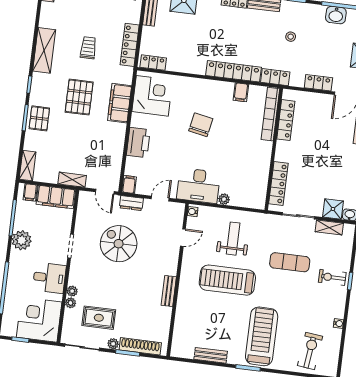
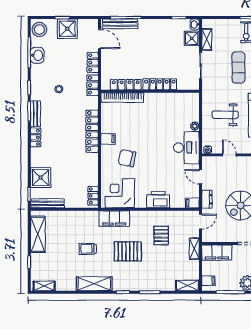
locker: (130, 45) -> (81, 216), removed
locker: (275, 77) -> (93, 85), moved
filing cabinet: (241, 92) -> (108, 139), moved
filing cabinet: (120, 103) -> (114, 219), moved
pallet: (39, 118) -> (161, 236), moved, turned 90
chair: (201, 125) -> (127, 158), moved
locker: (278, 184) -> (160, 84), moved
filing cabinet: (56, 197) -> (217, 253), moved, turned 90

